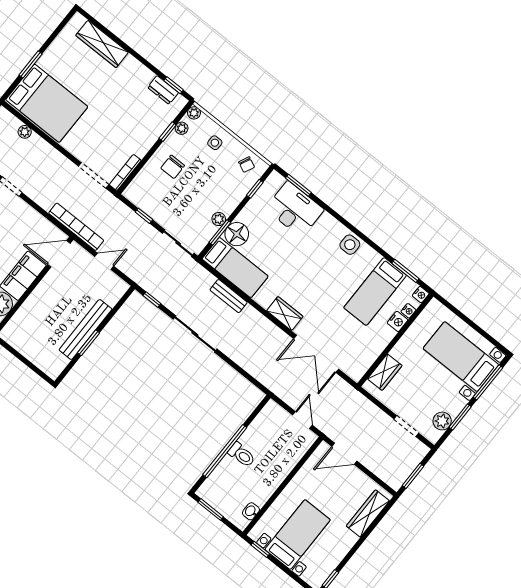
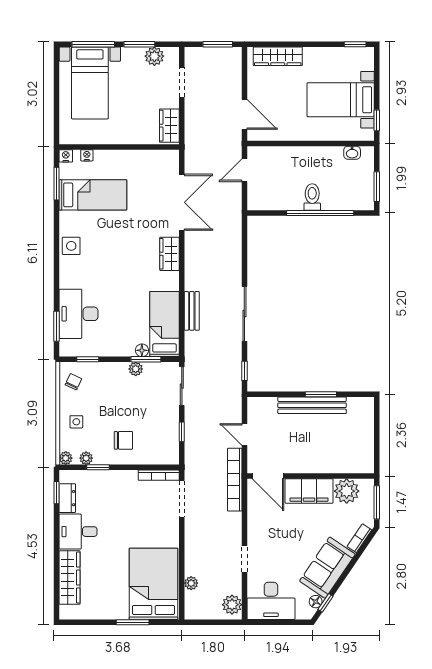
desk: (131, 78) -> (78, 532), added
floor lamp: (237, 234) -> (142, 350), width x0.53, depth x0.53
nightstand: (397, 321) -> (103, 157), removed
wardrobe: (385, 372) -> (169, 126), moved, turned -90

